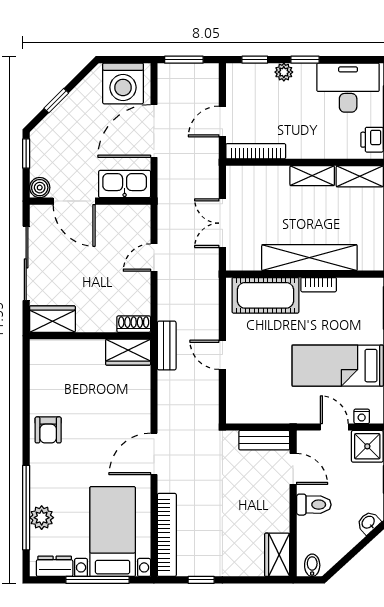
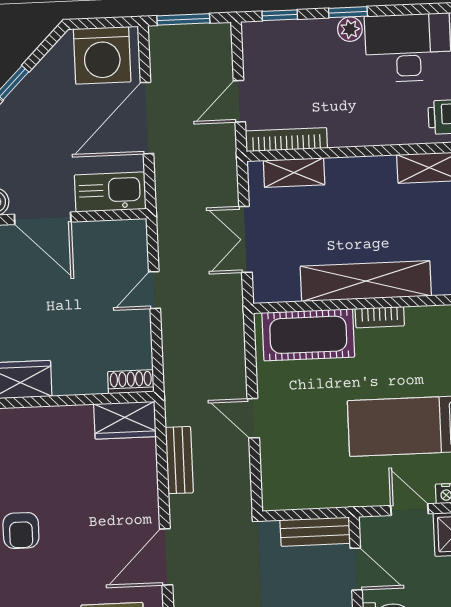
plant: (284, 72) -> (350, 29), moved
shelving: (312, 176) -> (294, 173), moved
bench: (167, 346) -> (179, 460), moved

